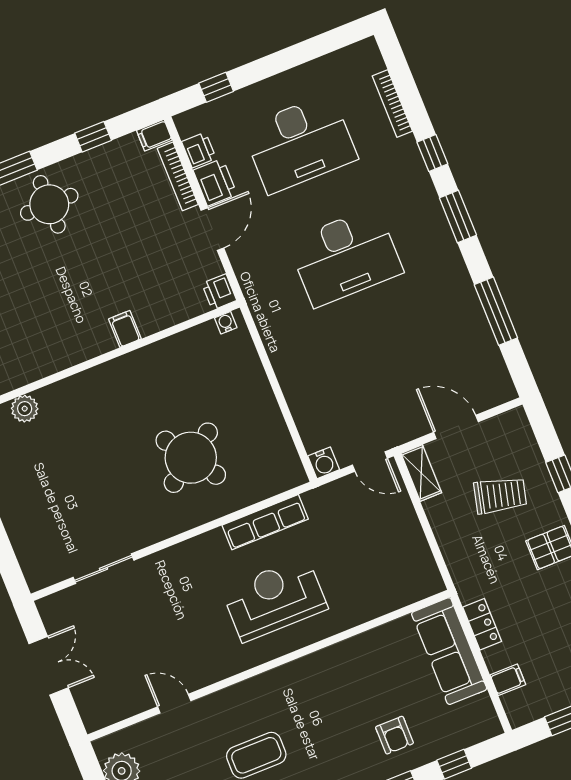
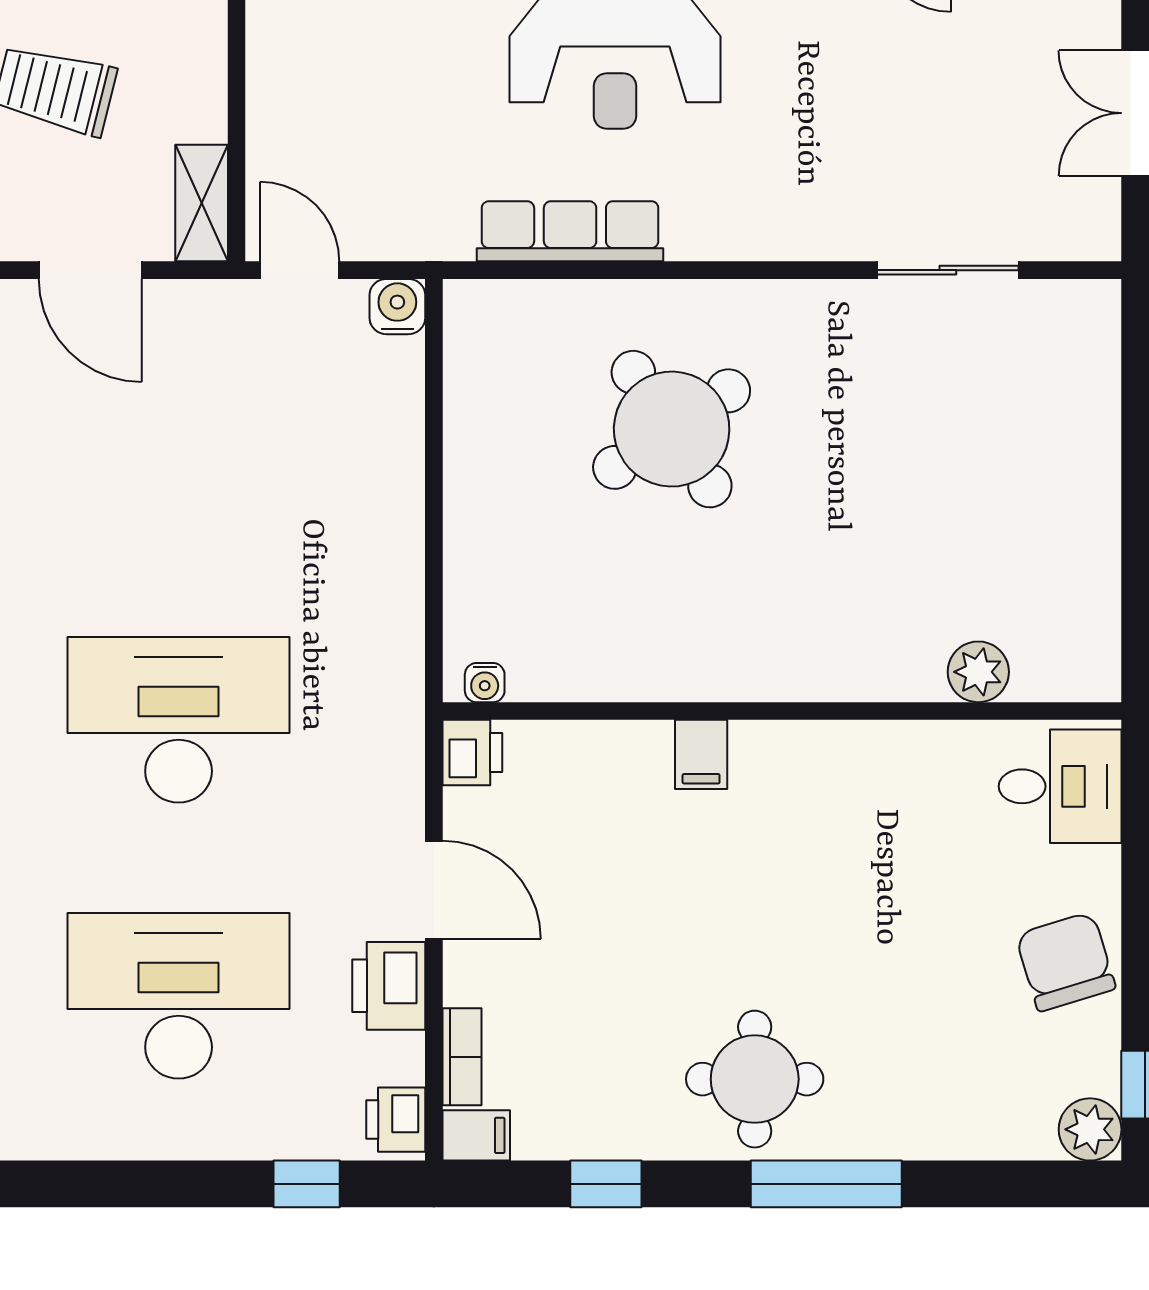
printer: (199, 150) -> (396, 1120), moved
bookcase: (178, 176) -> (462, 1057), width x0.64
door: (212, 229) -> (434, 890), swing flipped

